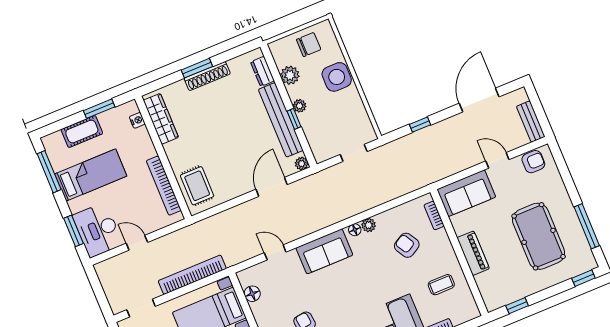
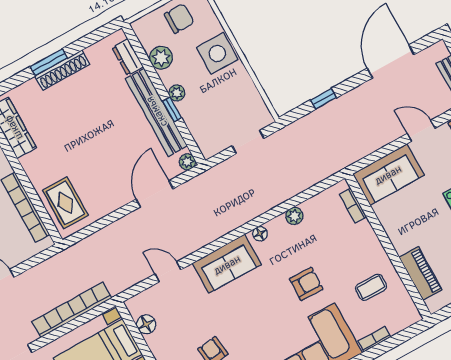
plant: (369, 225) -> (294, 216), moved
armchair: (407, 245) -> (306, 284), moved, turned 121
piano: (473, 253) -> (421, 274), moved

